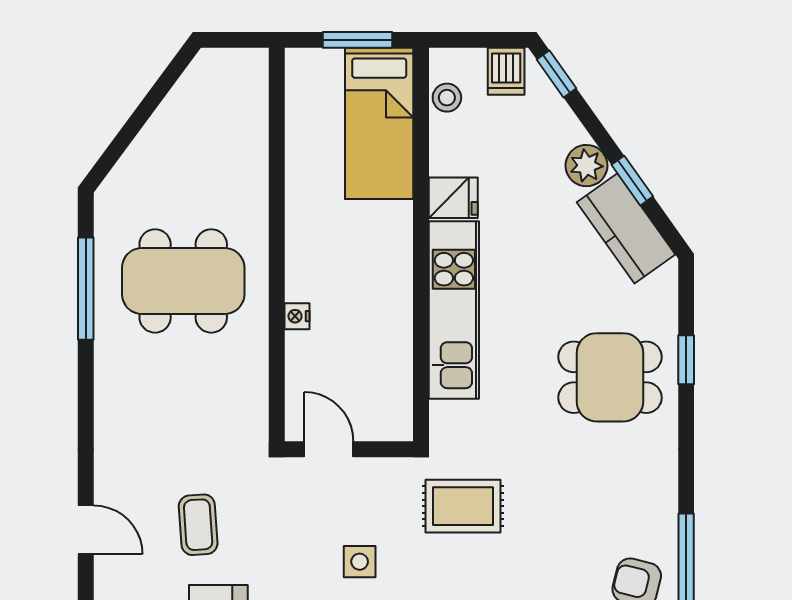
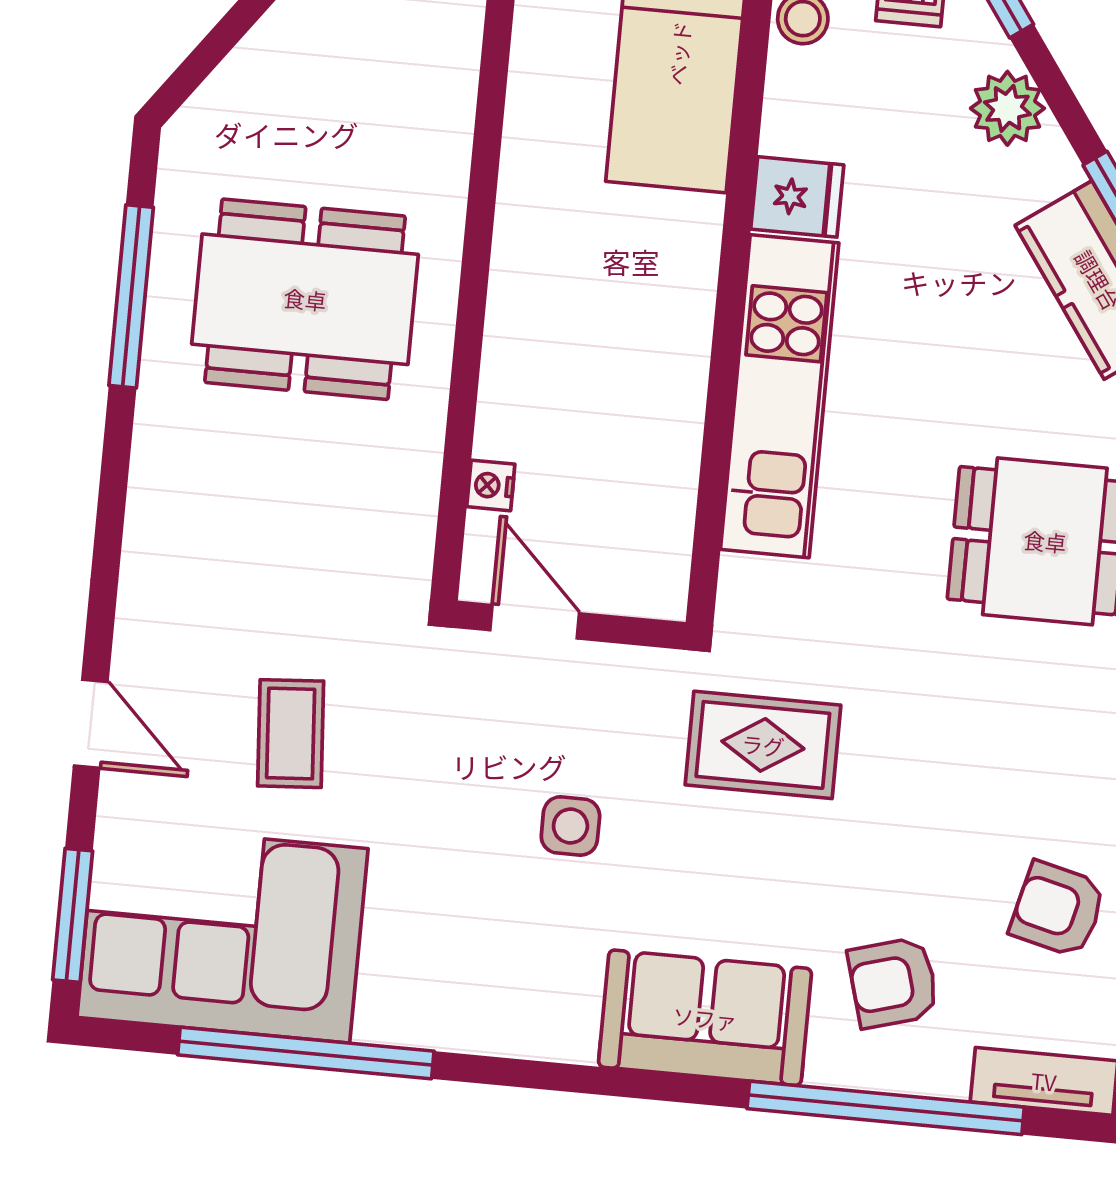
plant: (586, 166) -> (1007, 108), moved
nightstand: (297, 316) -> (491, 485), moved

